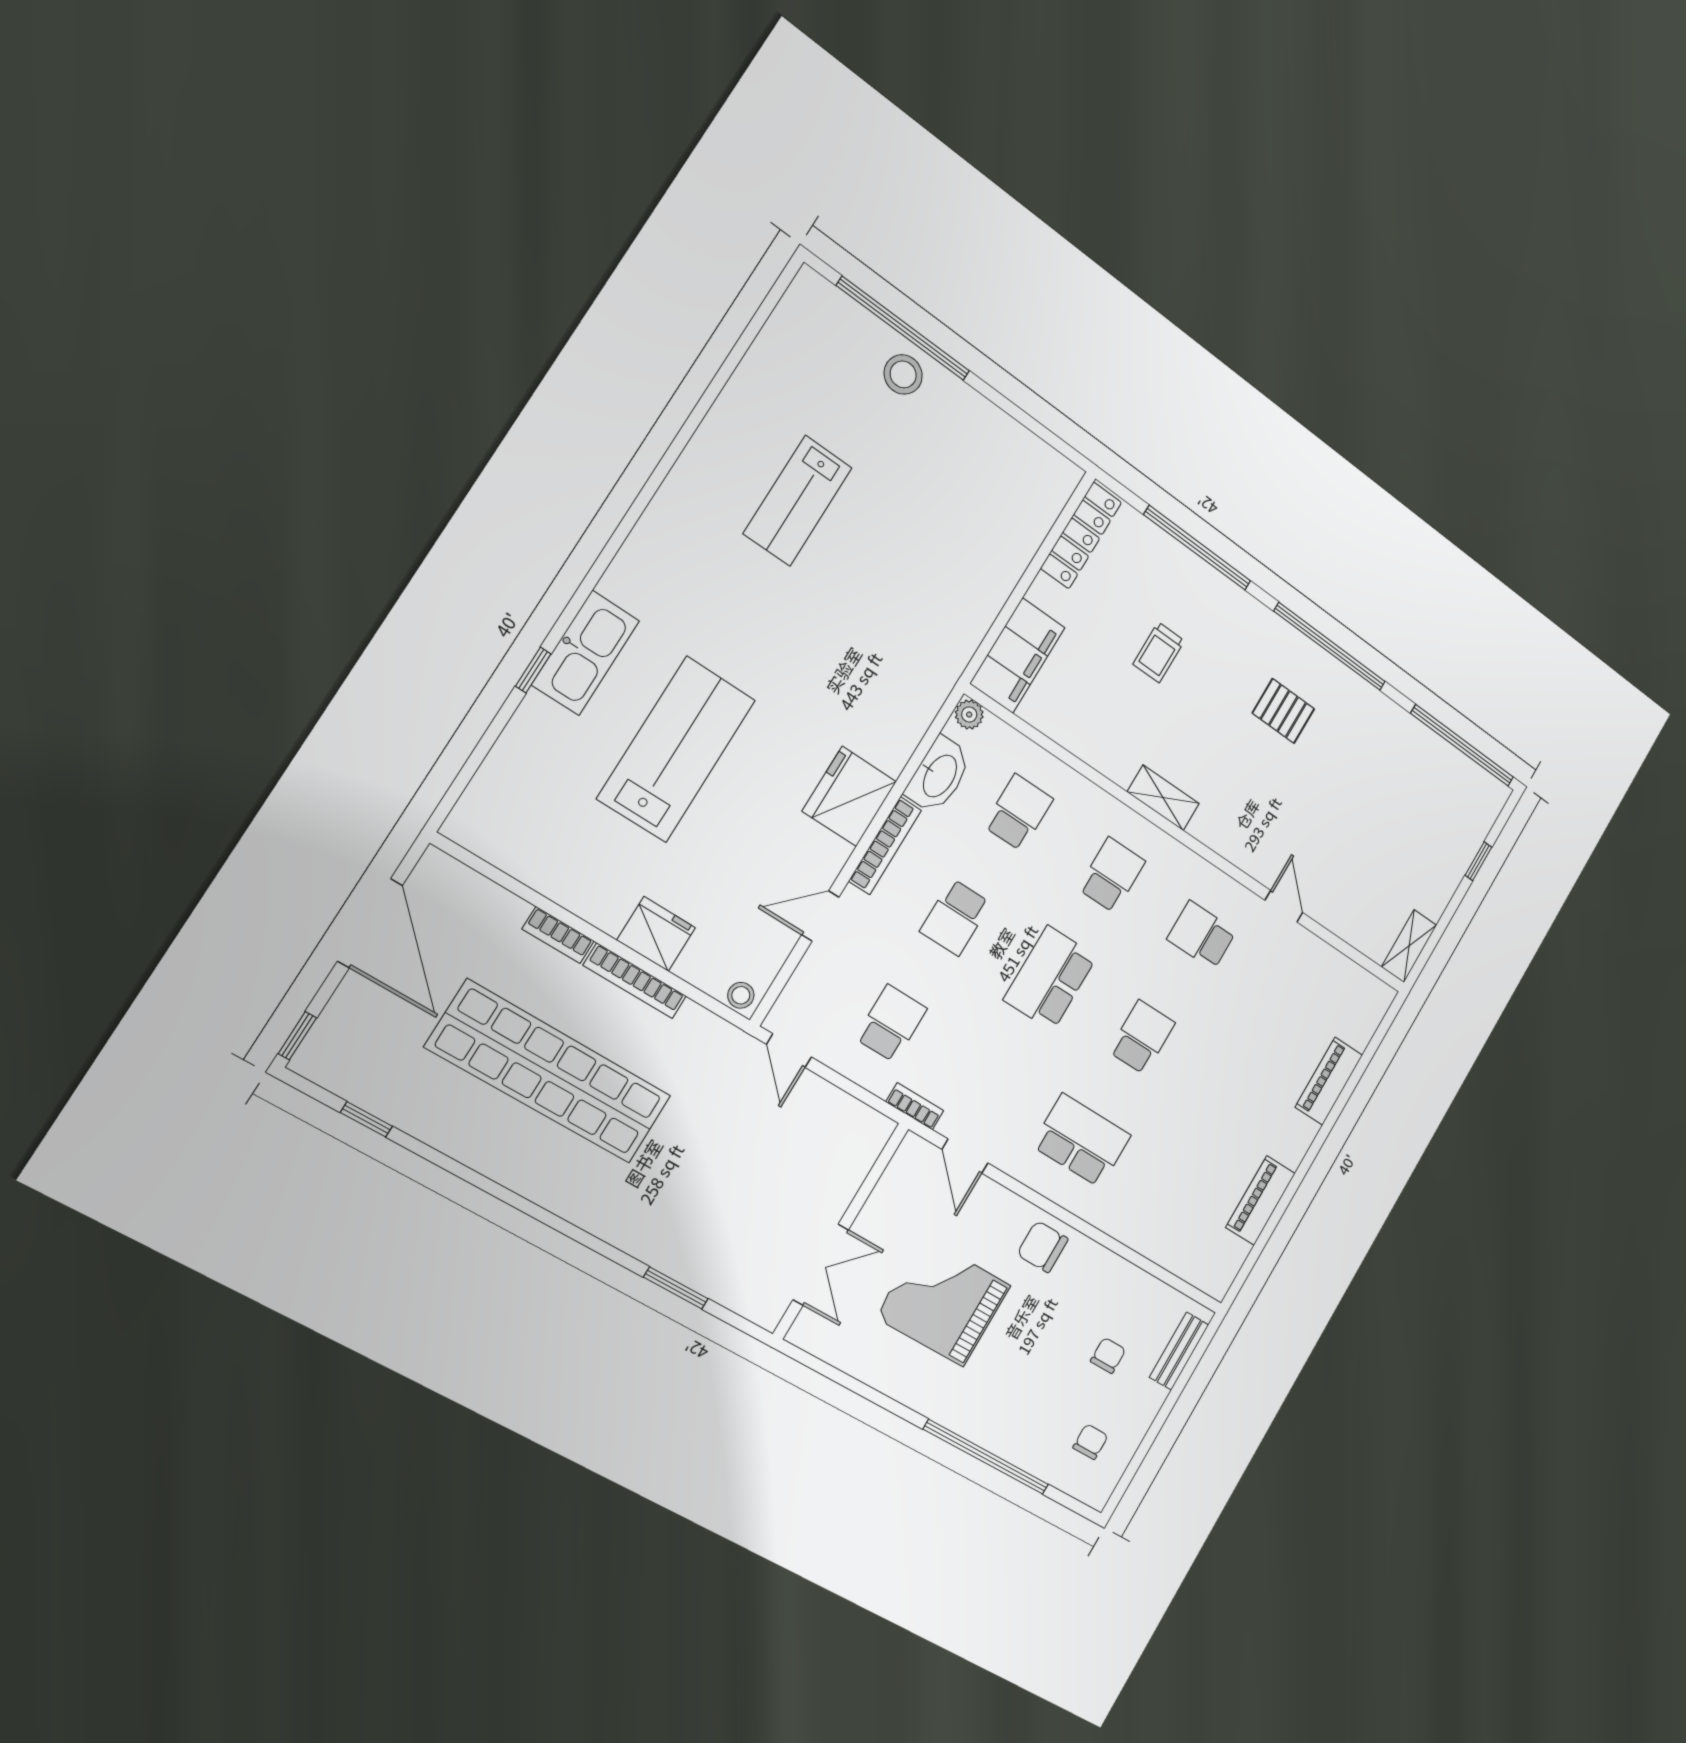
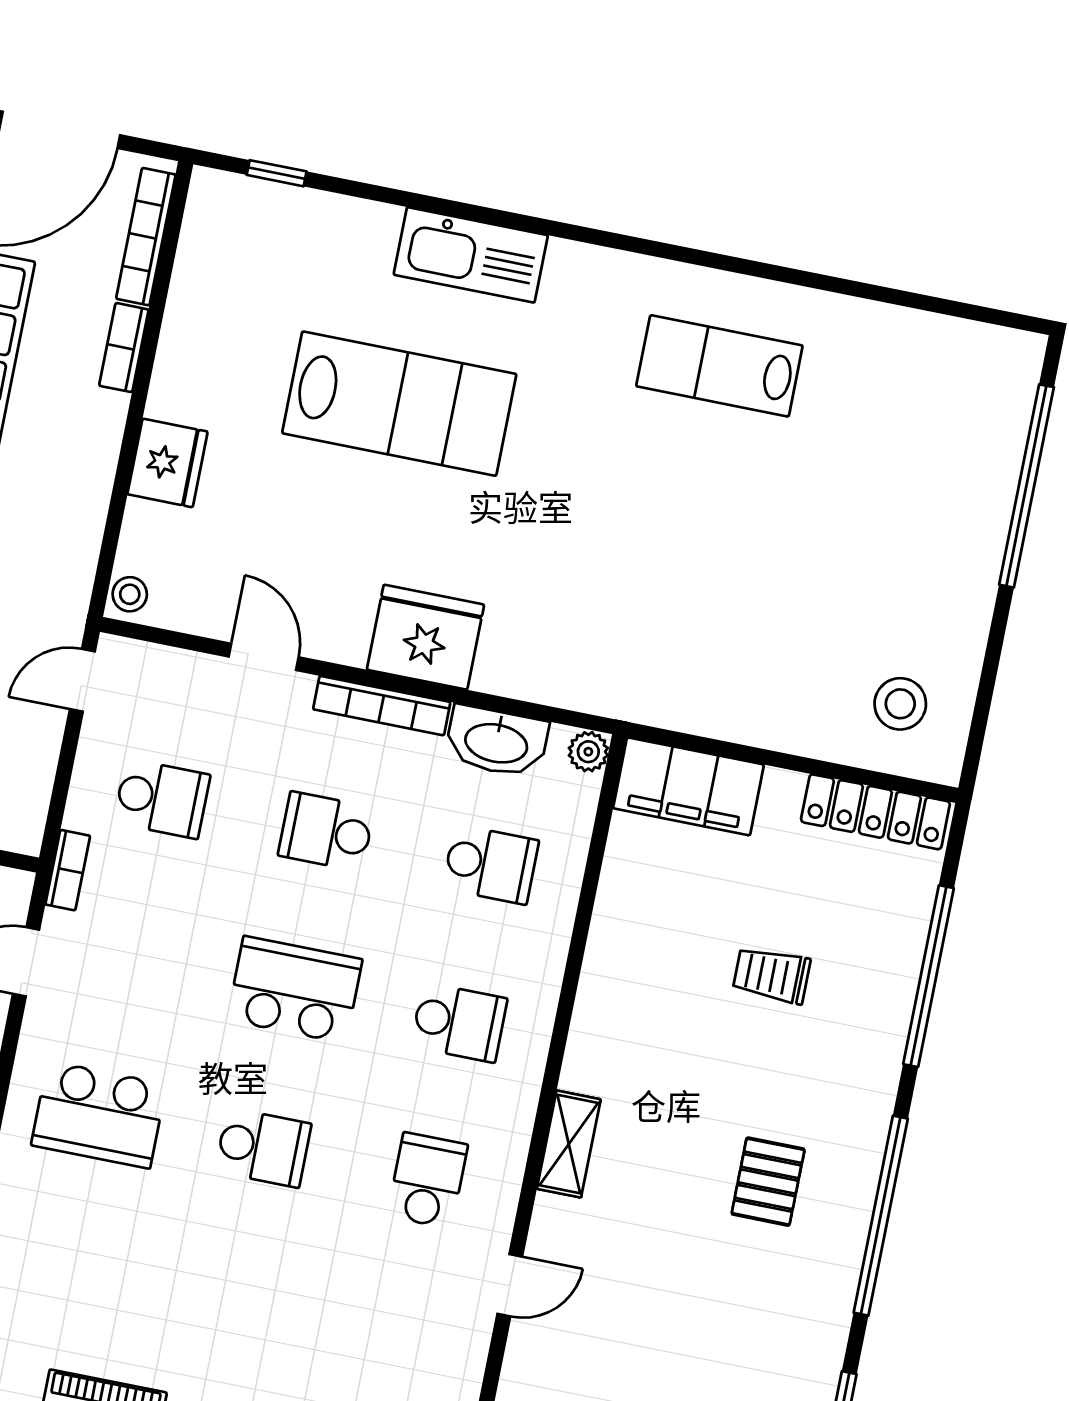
stool: (903, 374) -> (900, 704), moved
lab bench: (798, 501) -> (719, 366), moved
window: (533, 670) -> (277, 173), moved
shelving: (1163, 798) -> (569, 1144), moved
bookcase: (635, 981) -> (146, 237), moved
school desk: (1081, 1140) -> (99, 1115), turned 90

